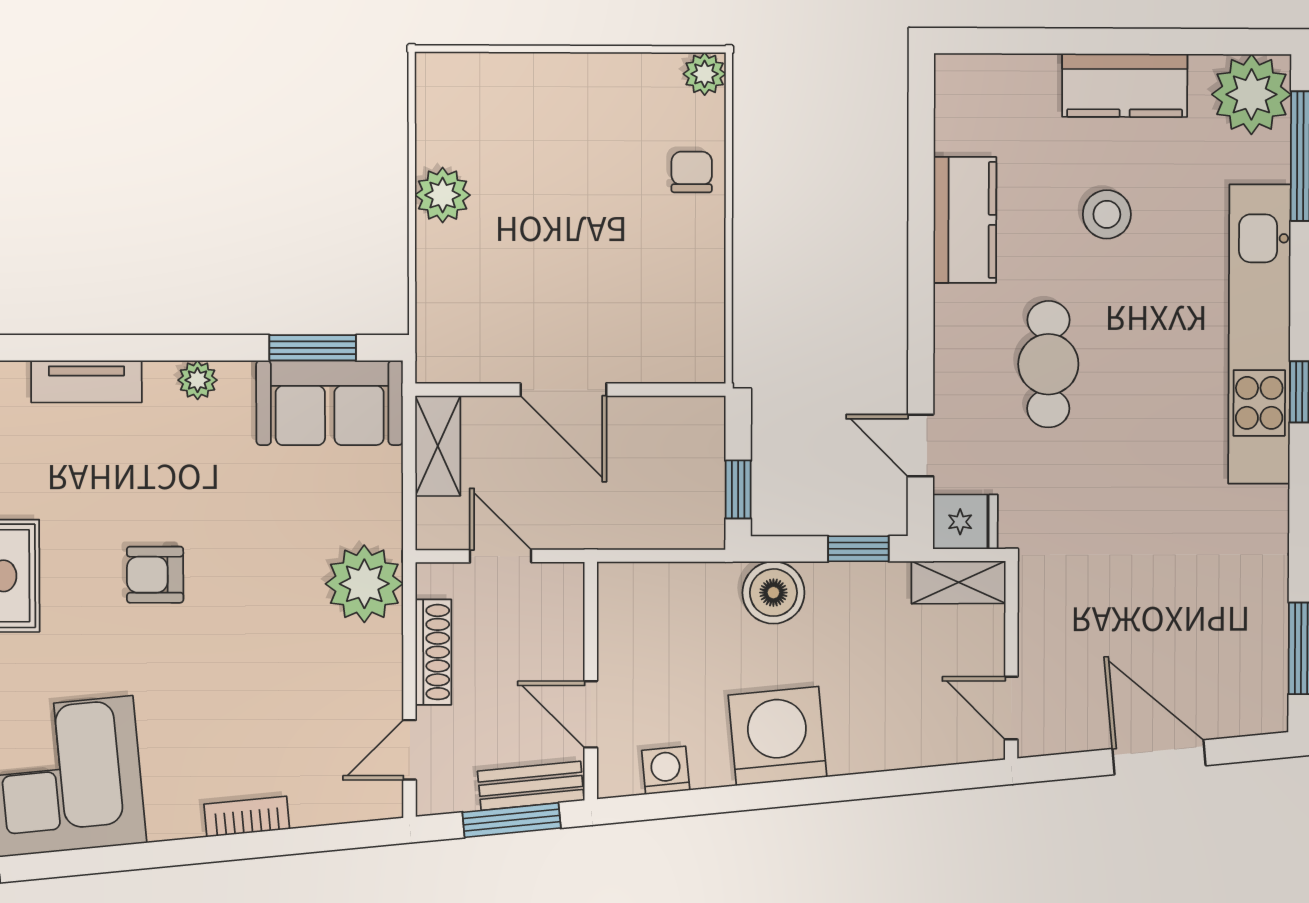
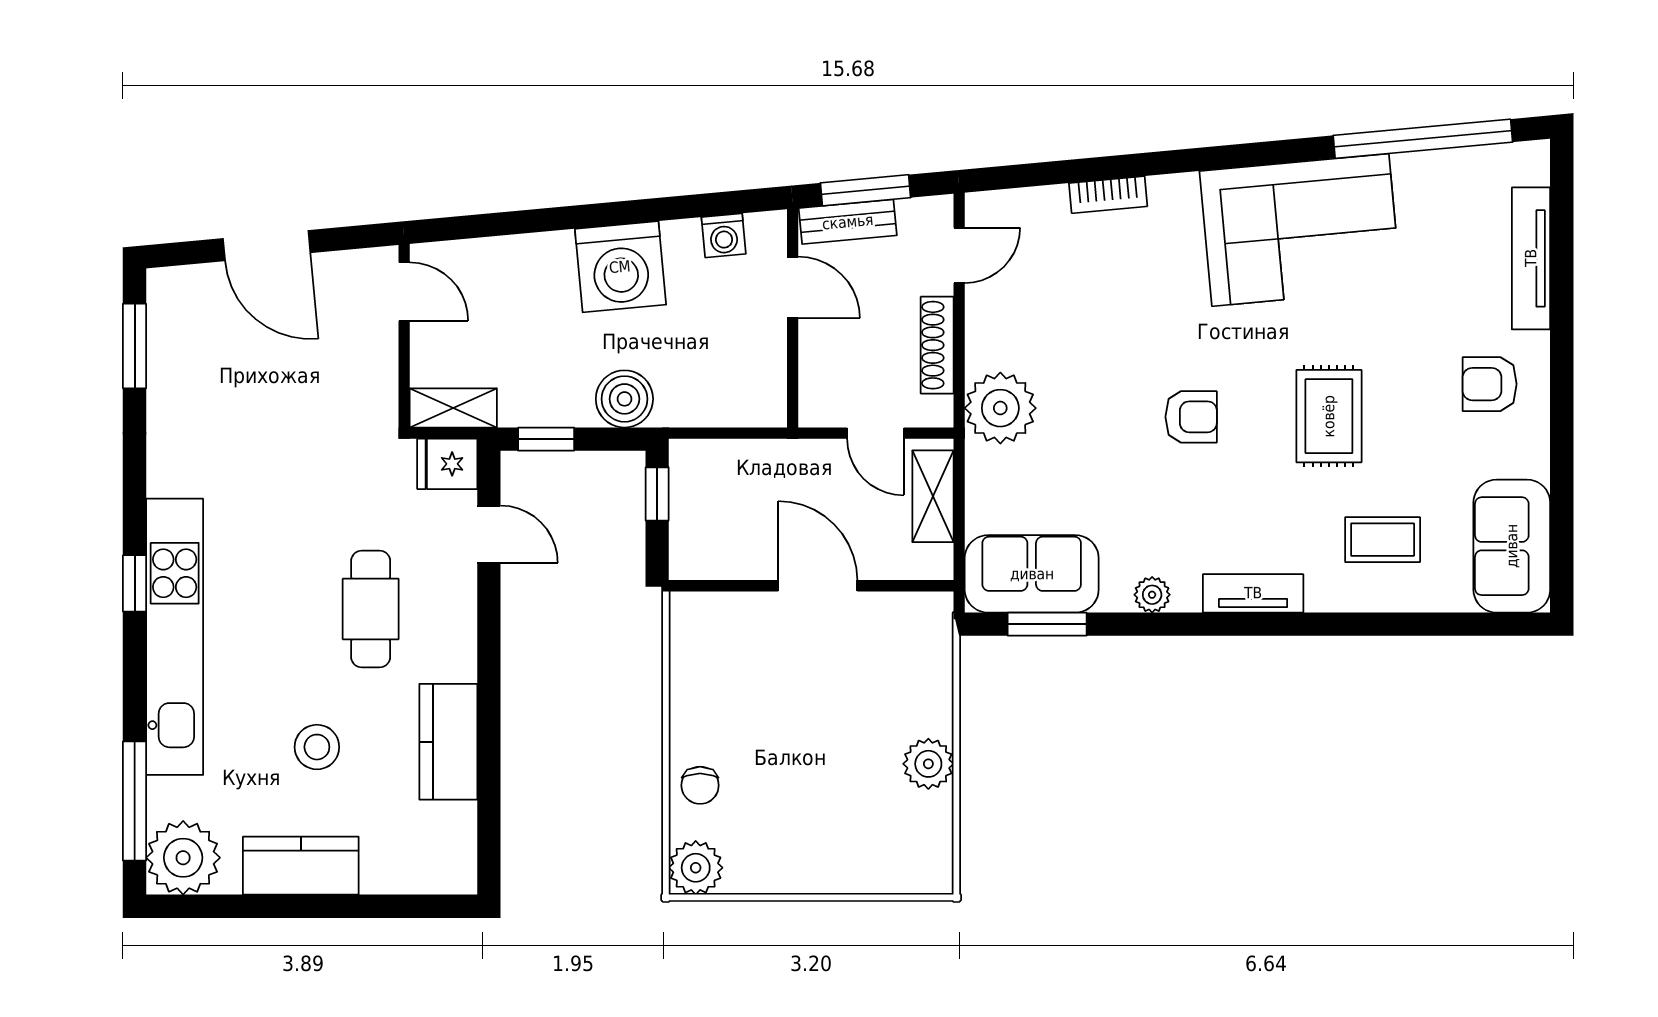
plant: (705, 74) -> (696, 868), width x1.38, depth x1.38
shelving: (438, 446) -> (933, 496), moved

